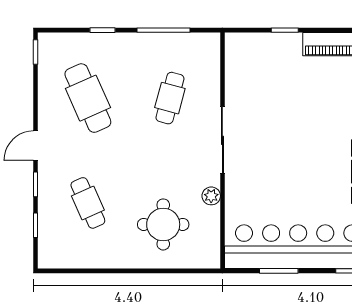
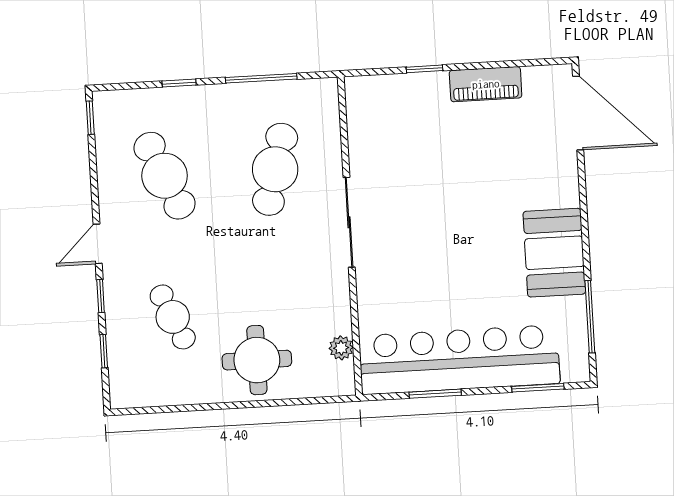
cafe table: (170, 98) -> (275, 169), width x1.37, depth x1.35
plant: (211, 196) -> (341, 348), moved
round table: (163, 224) -> (257, 360), moved

